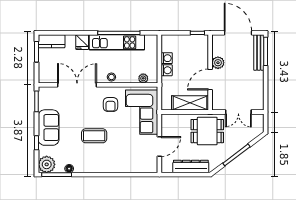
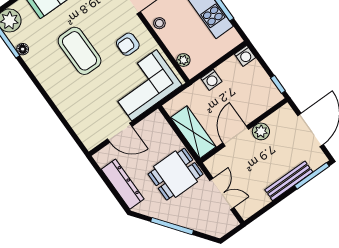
bench: (259, 53) -> (289, 181), moved
washing machine: (167, 58) -> (245, 56), moved
door: (210, 79) -> (236, 136), hinge flipped
double door: (238, 112) -> (222, 194), swing flipped
dining table: (207, 131) -> (176, 174), turned 90
coffee table: (94, 136) -> (80, 51), width x1.36, depth x1.32

